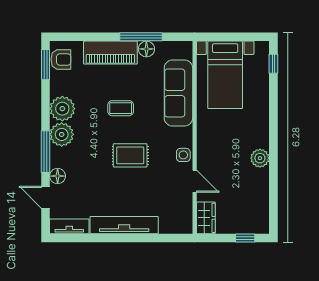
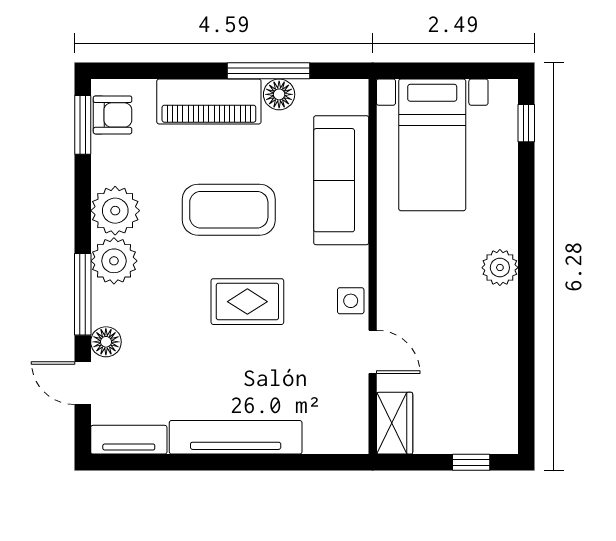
coffee table: (121, 108) -> (229, 210), width x1.86, depth x1.72
plant: (260, 158) -> (500, 268), moved

